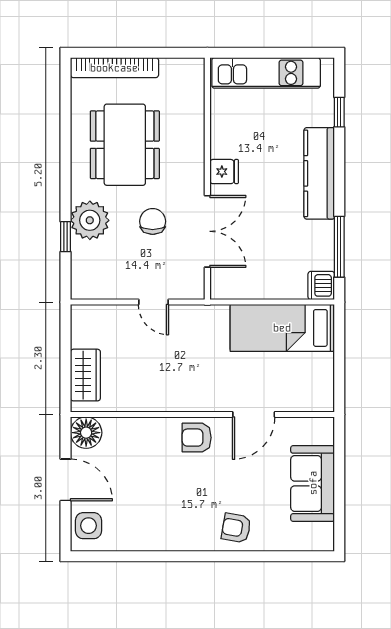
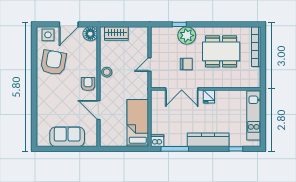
stool: (170, 396) -> (107, 72), added
armchair: (236, 528) -> (53, 63), moved, width x1.88, depth x1.88

